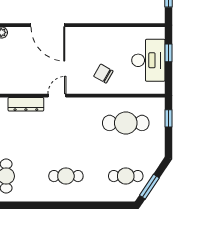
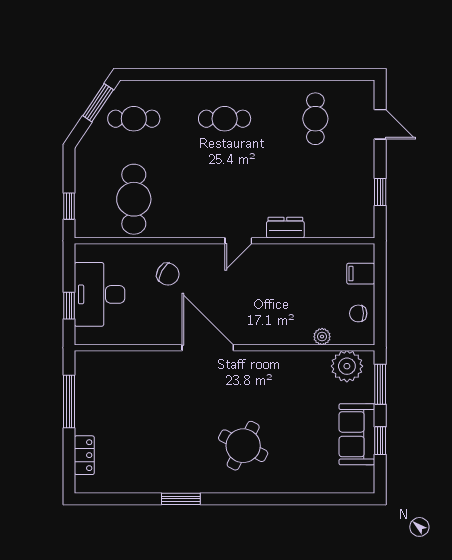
door: (48, 25) -> (208, 348), moved
dresser: (26, 104) -> (285, 228), width x0.70
cafe table: (126, 123) -> (134, 199), turned 90

